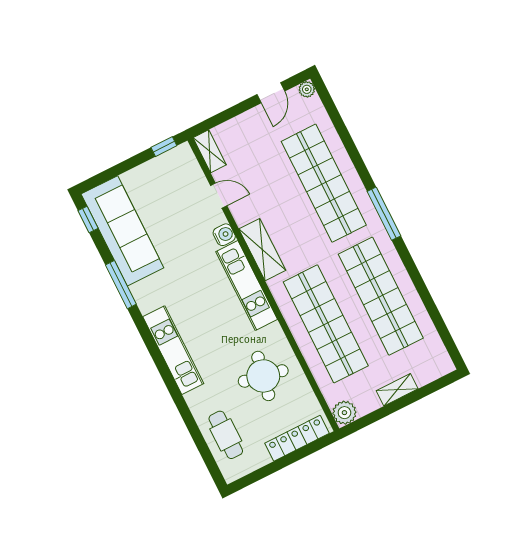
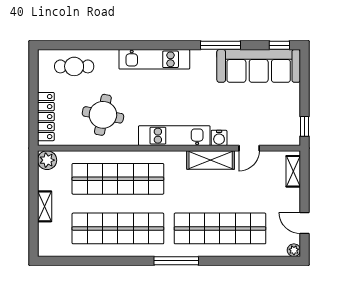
shelving: (210, 151) -> (293, 171), moved, turned 90
shelving: (262, 250) -> (211, 160), moved

